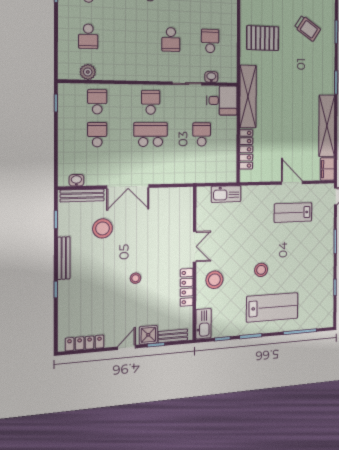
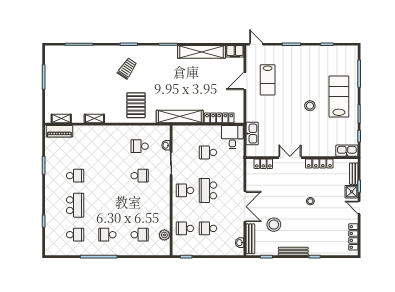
desk: (222, 101) -> (232, 137), moved
locker: (187, 210) -> (263, 164), added
stool: (214, 280) -> (315, 142), removed

